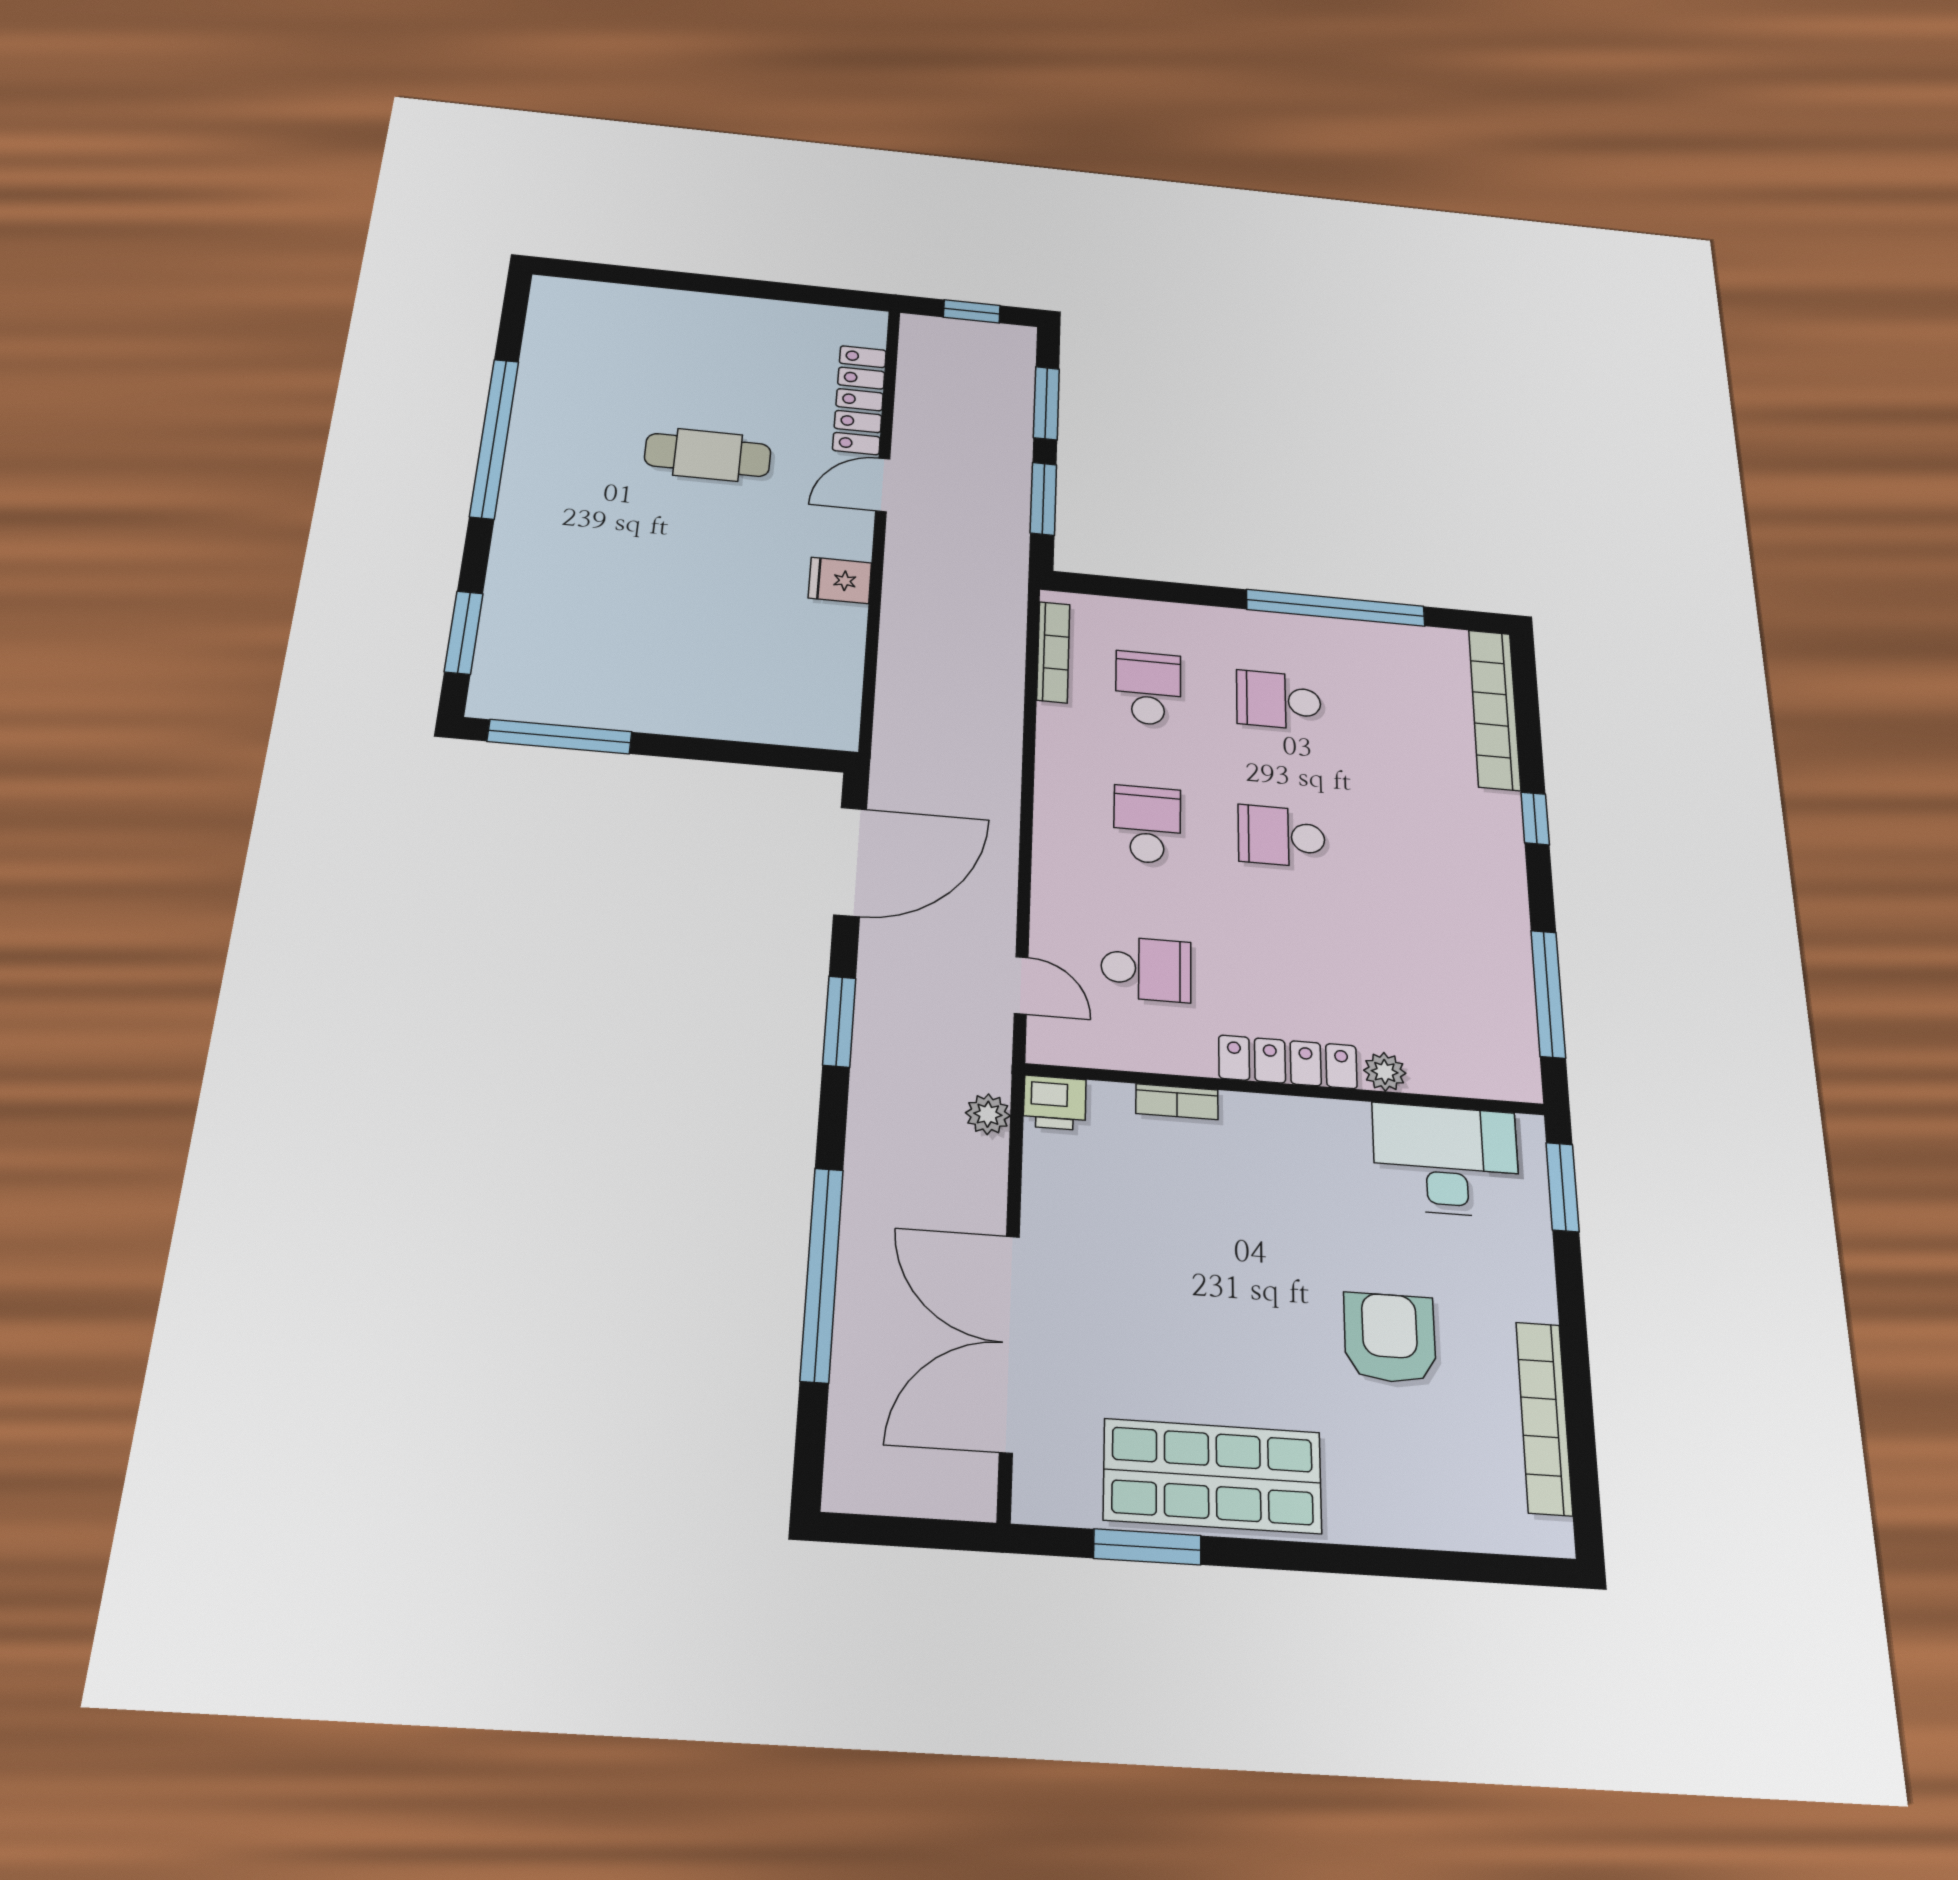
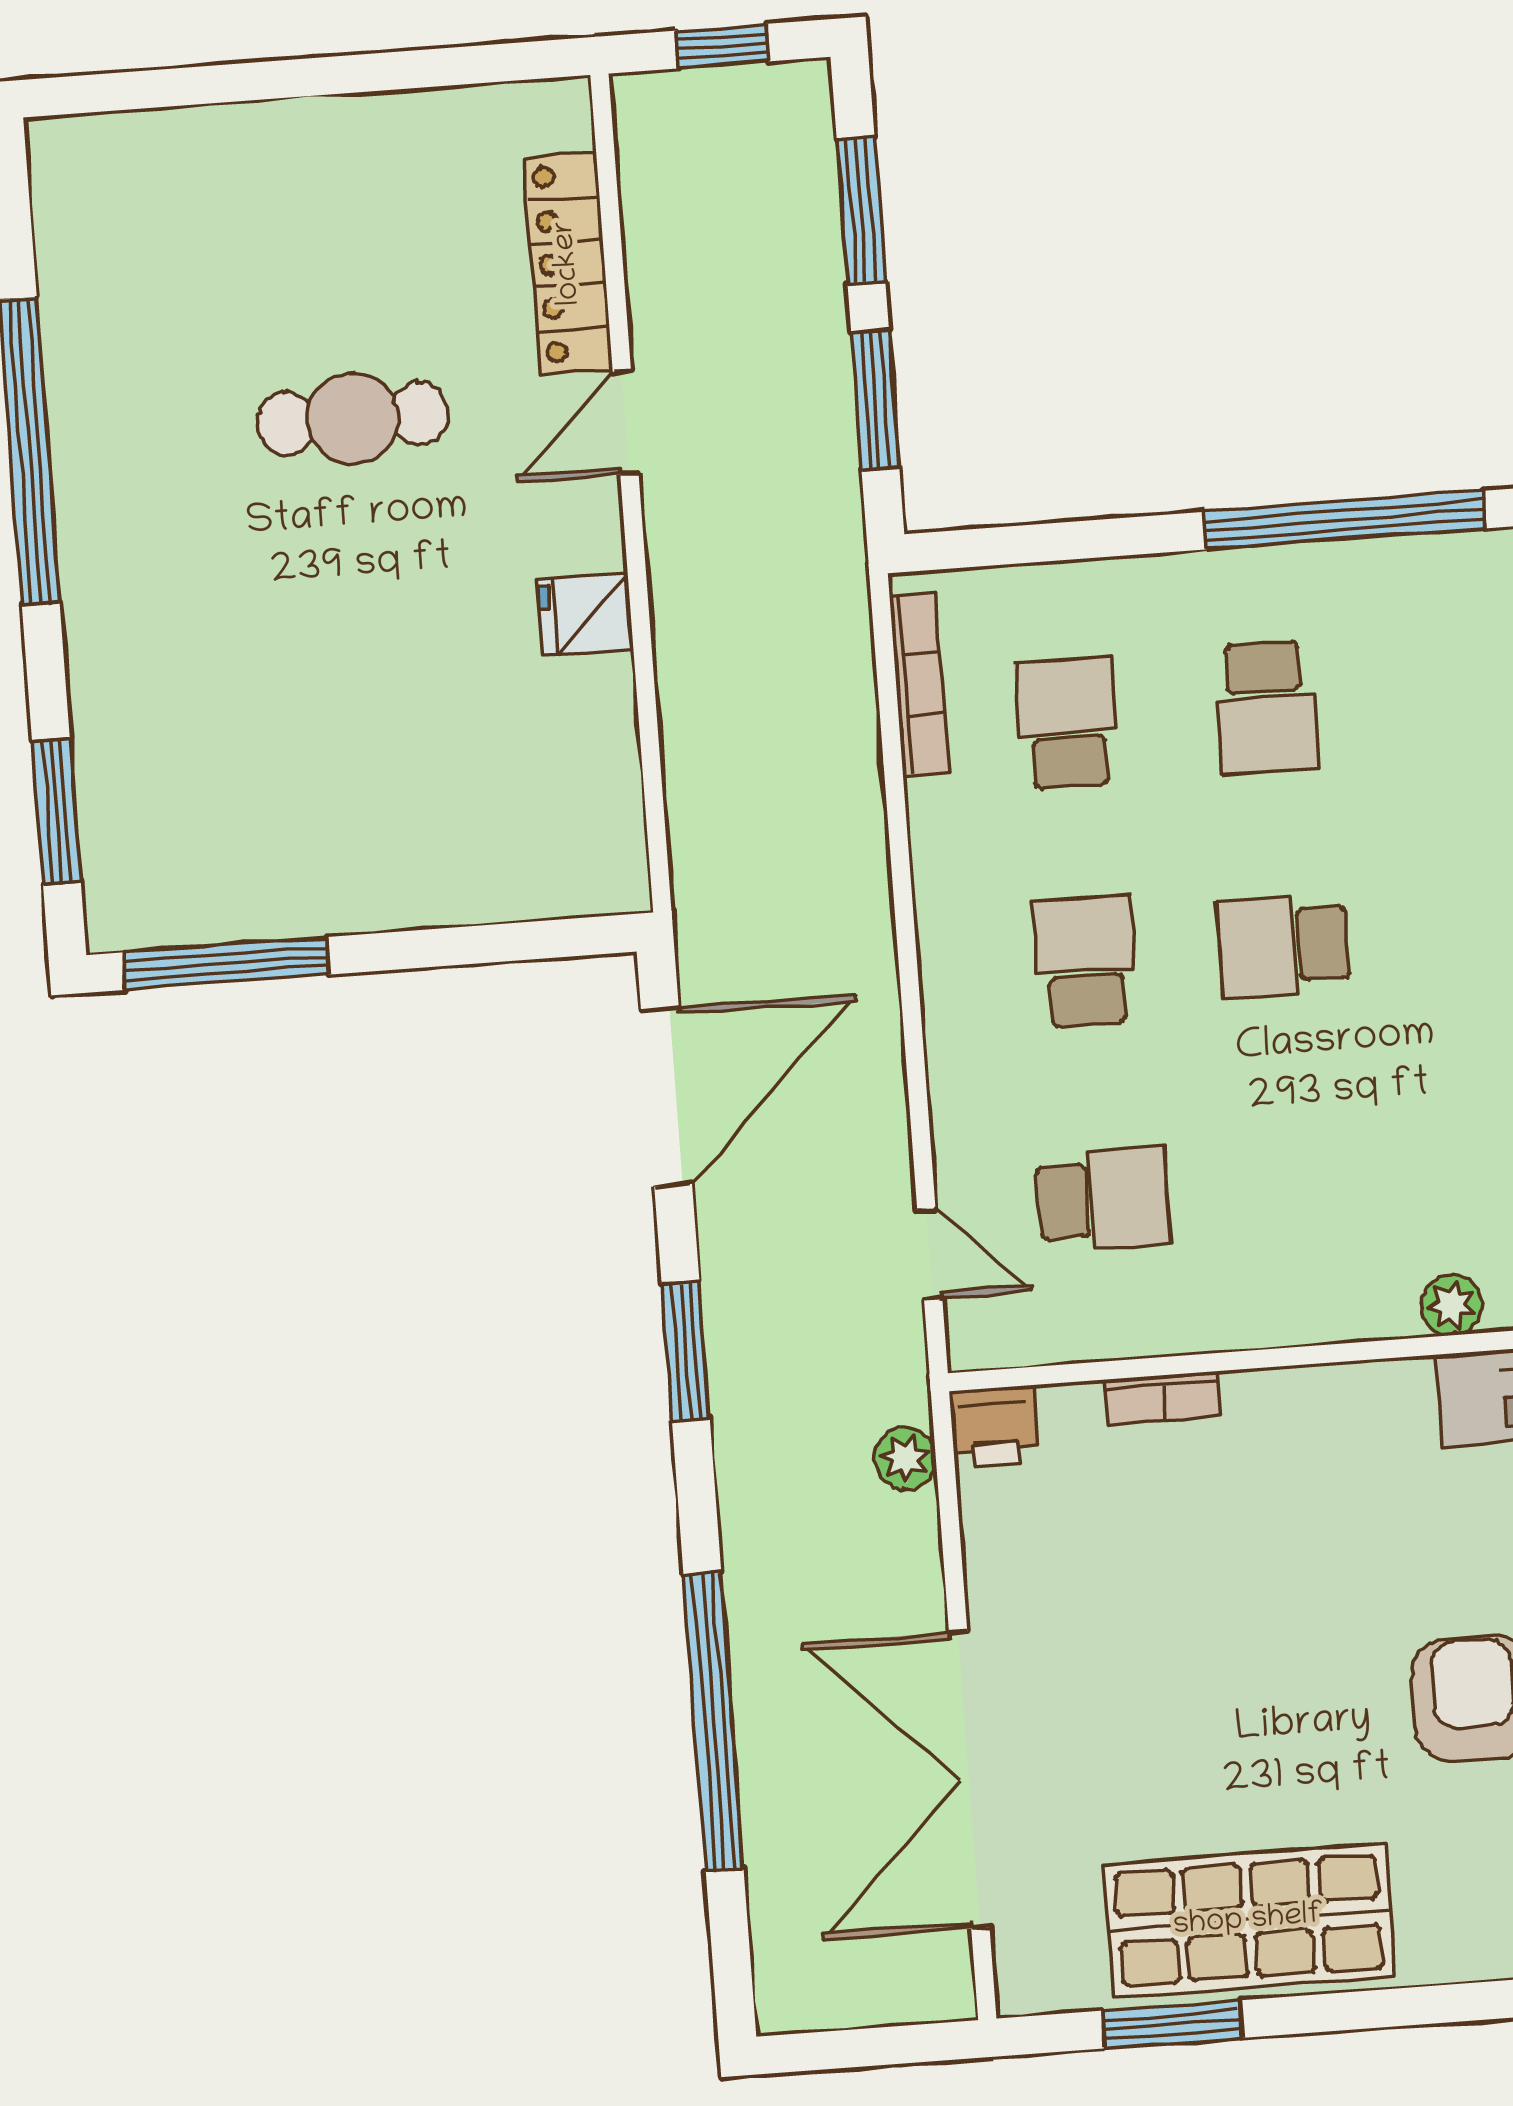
school desk: (1279, 700) -> (1266, 708), turned -90
locker: (1288, 1062) -> (1314, 1312), removed

